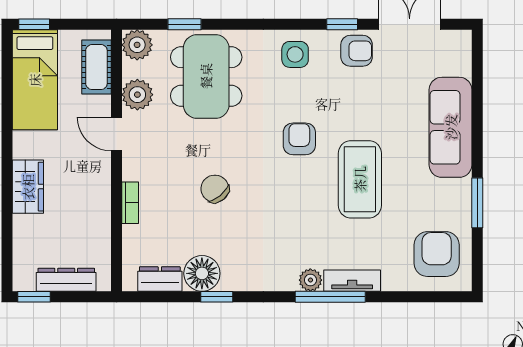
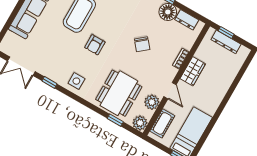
armchair: (357, 51) -> (50, 68), removed
wardrobe: (28, 187) -> (193, 71), moved, turned 180
window: (34, 297) -> (226, 32), moved

